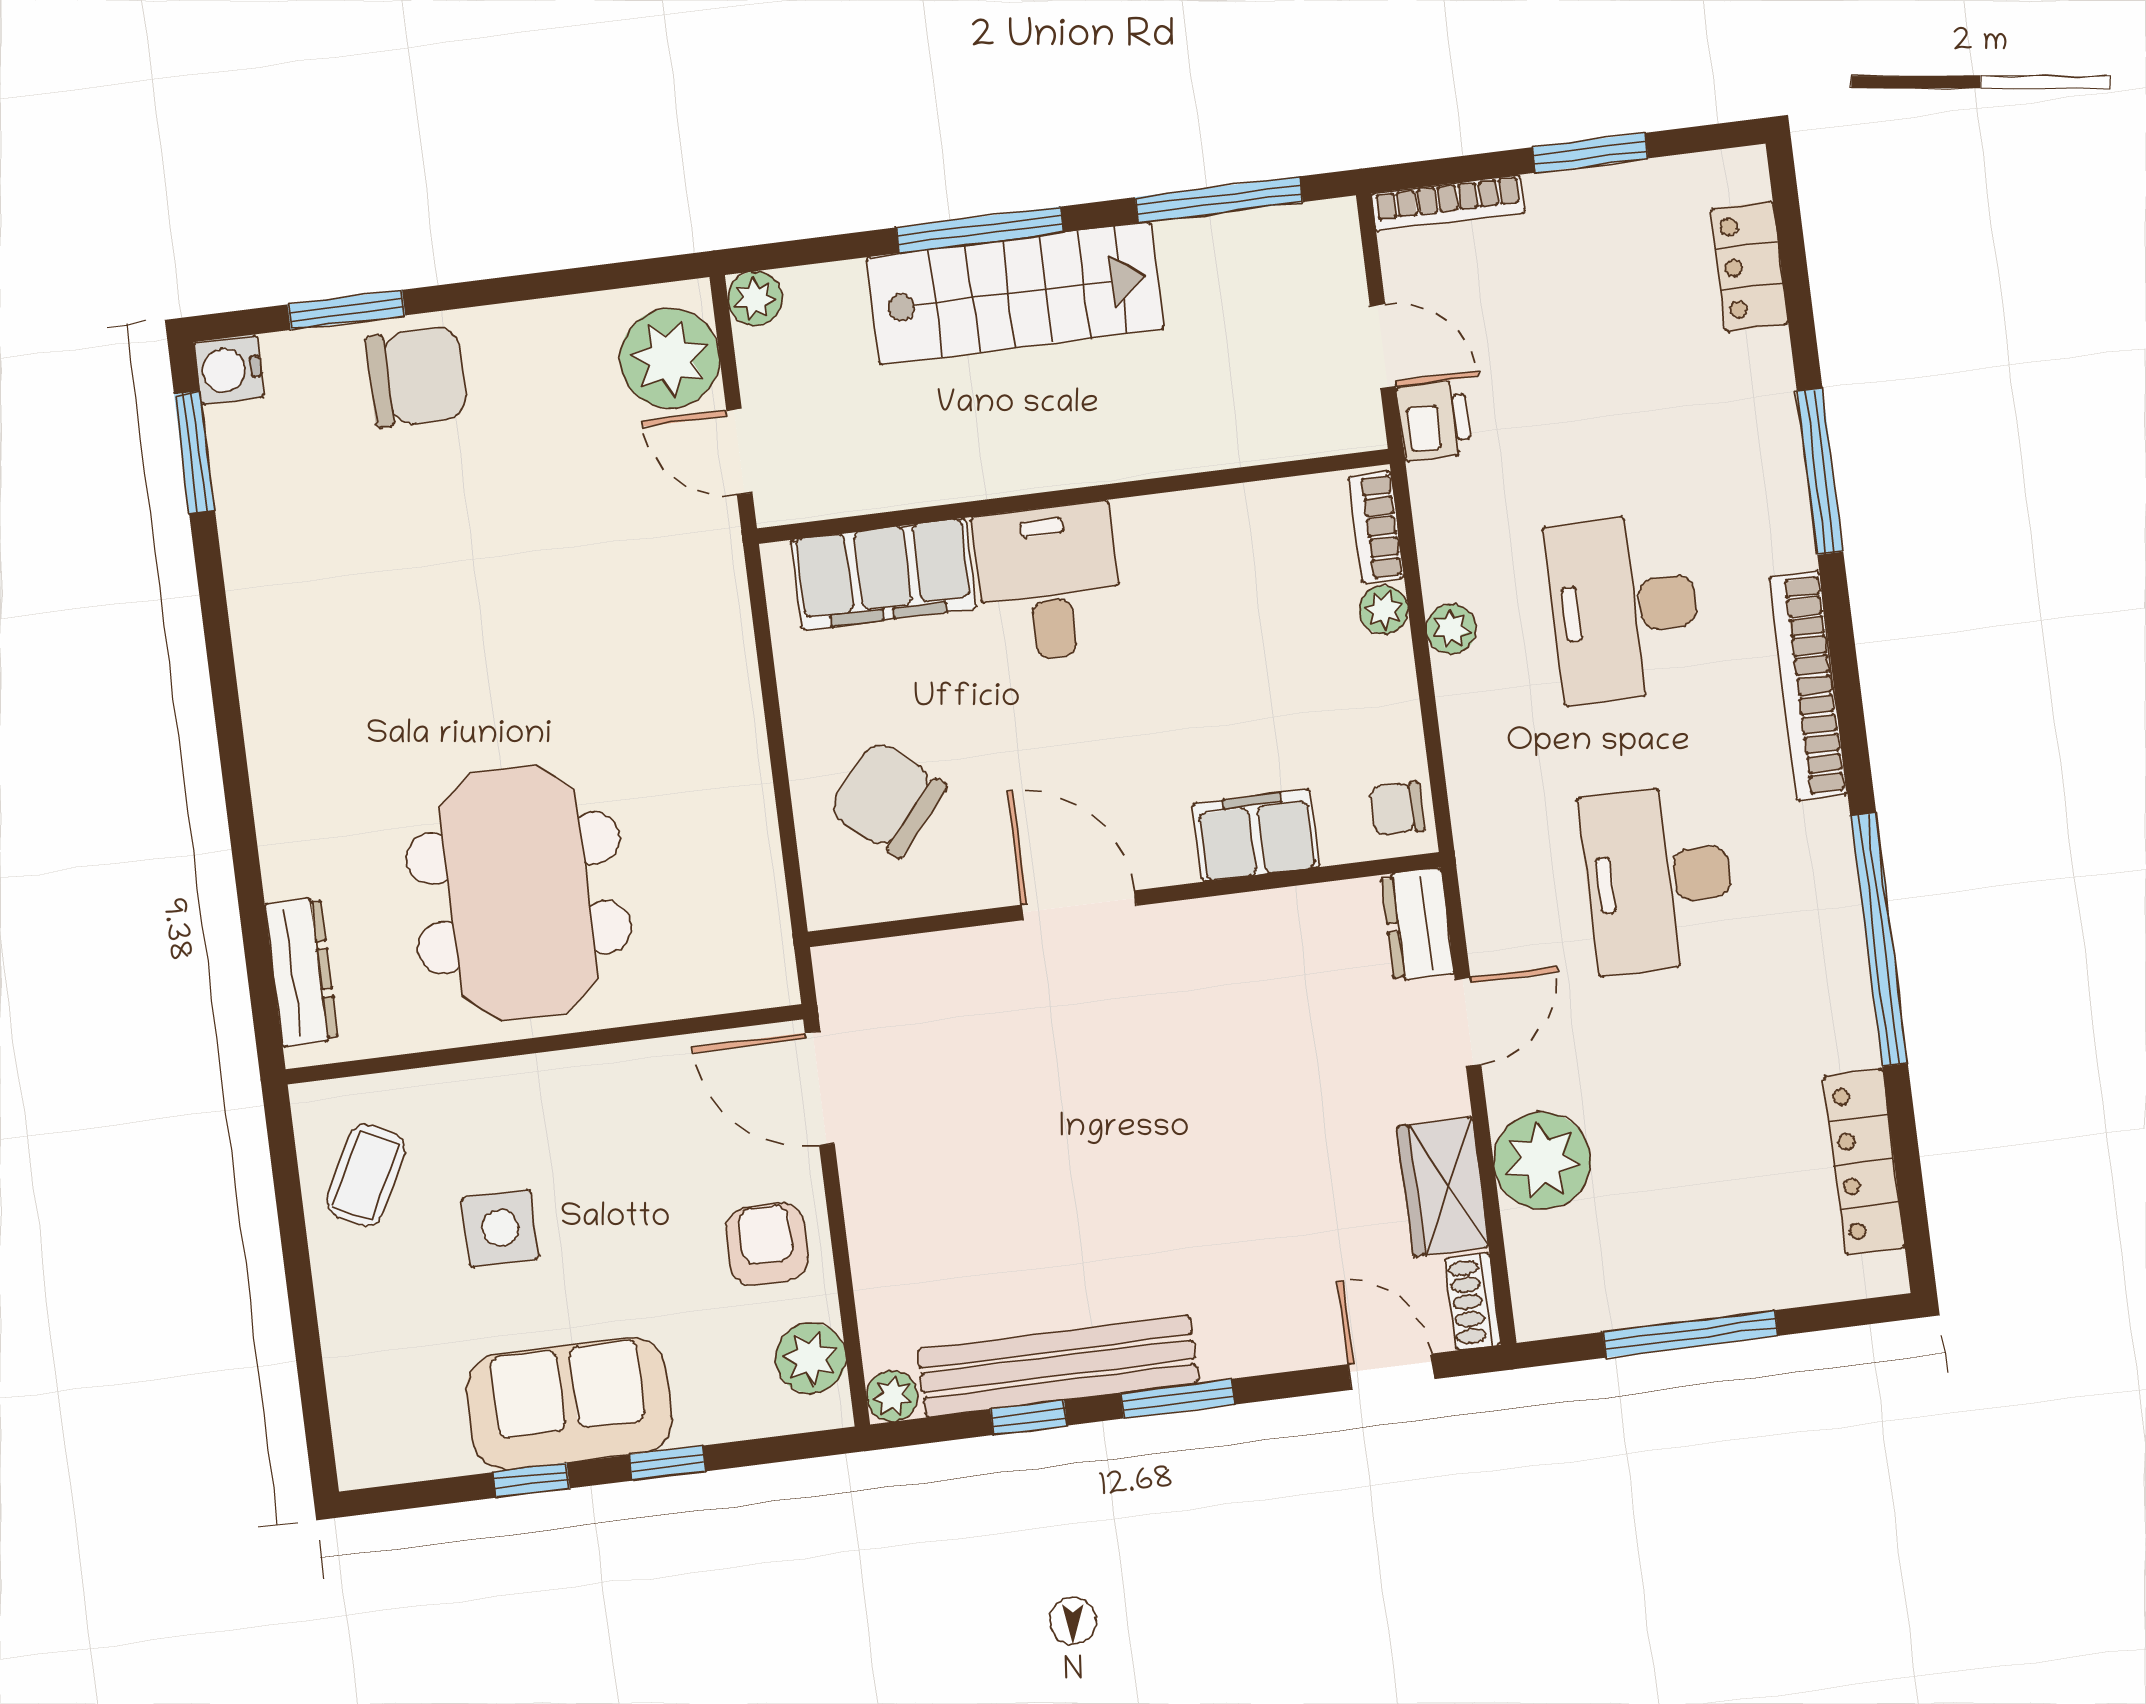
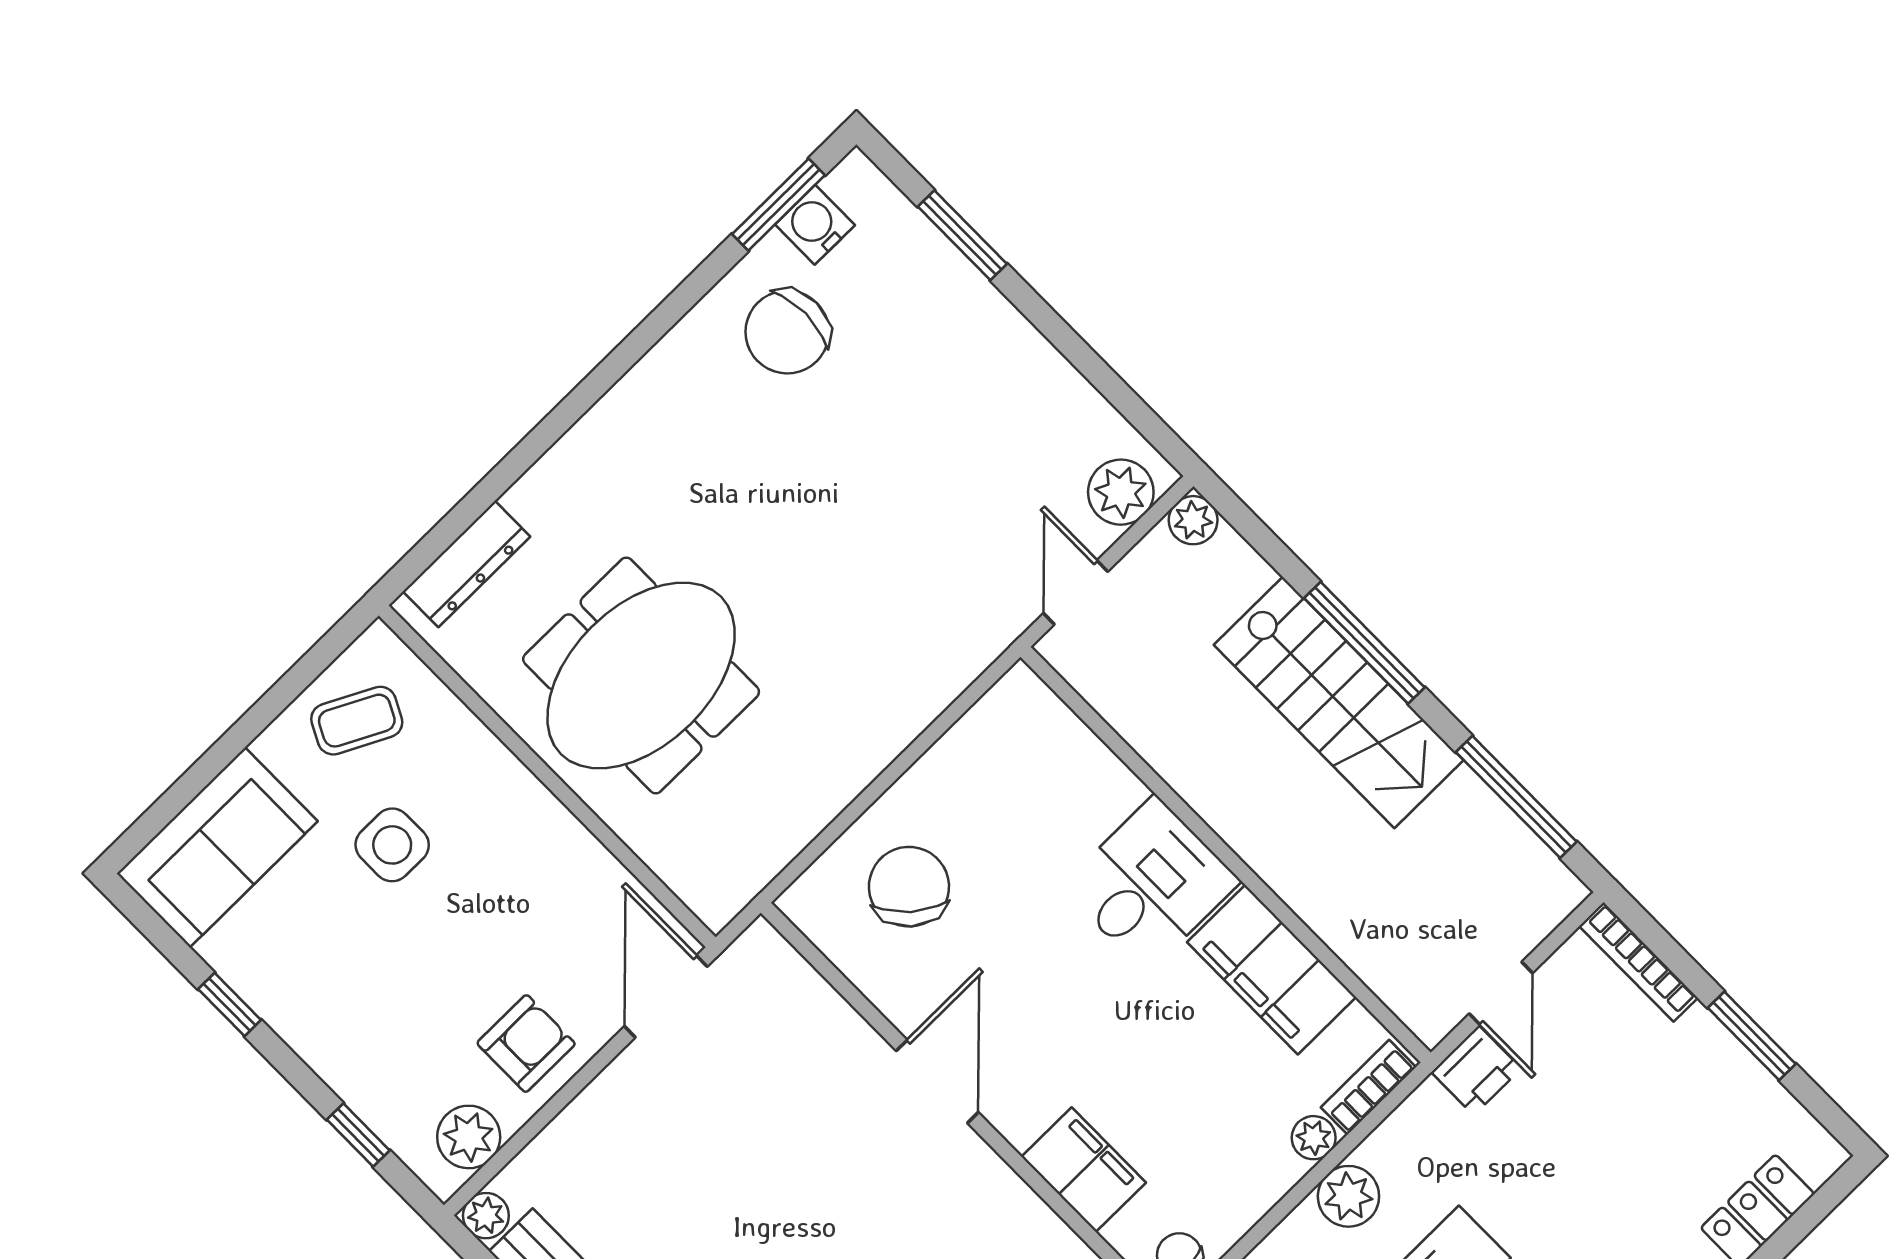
plant: (670, 358) -> (1121, 492), width x0.73, depth x0.73
water cooler: (229, 370) -> (815, 225), moved
chair: (417, 377) -> (787, 332), moved, turned 90
filing cabinet: (884, 574) -> (1272, 970), moved
plant: (1451, 629) -> (1348, 1196), width x1.38, depth x1.38
sofa: (569, 1404) -> (217, 847), moved, turned 90
window: (667, 1463) -> (358, 1135), moved

